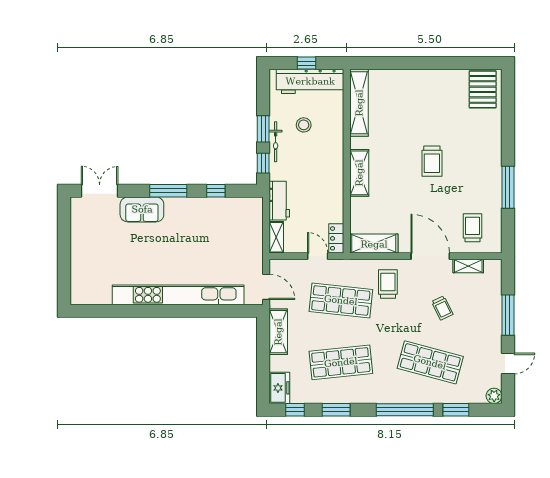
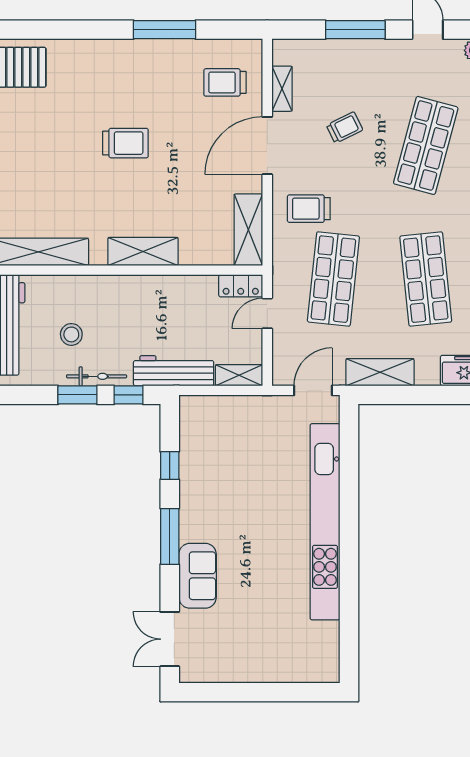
workbench: (279, 201) -> (174, 371), width x1.37

